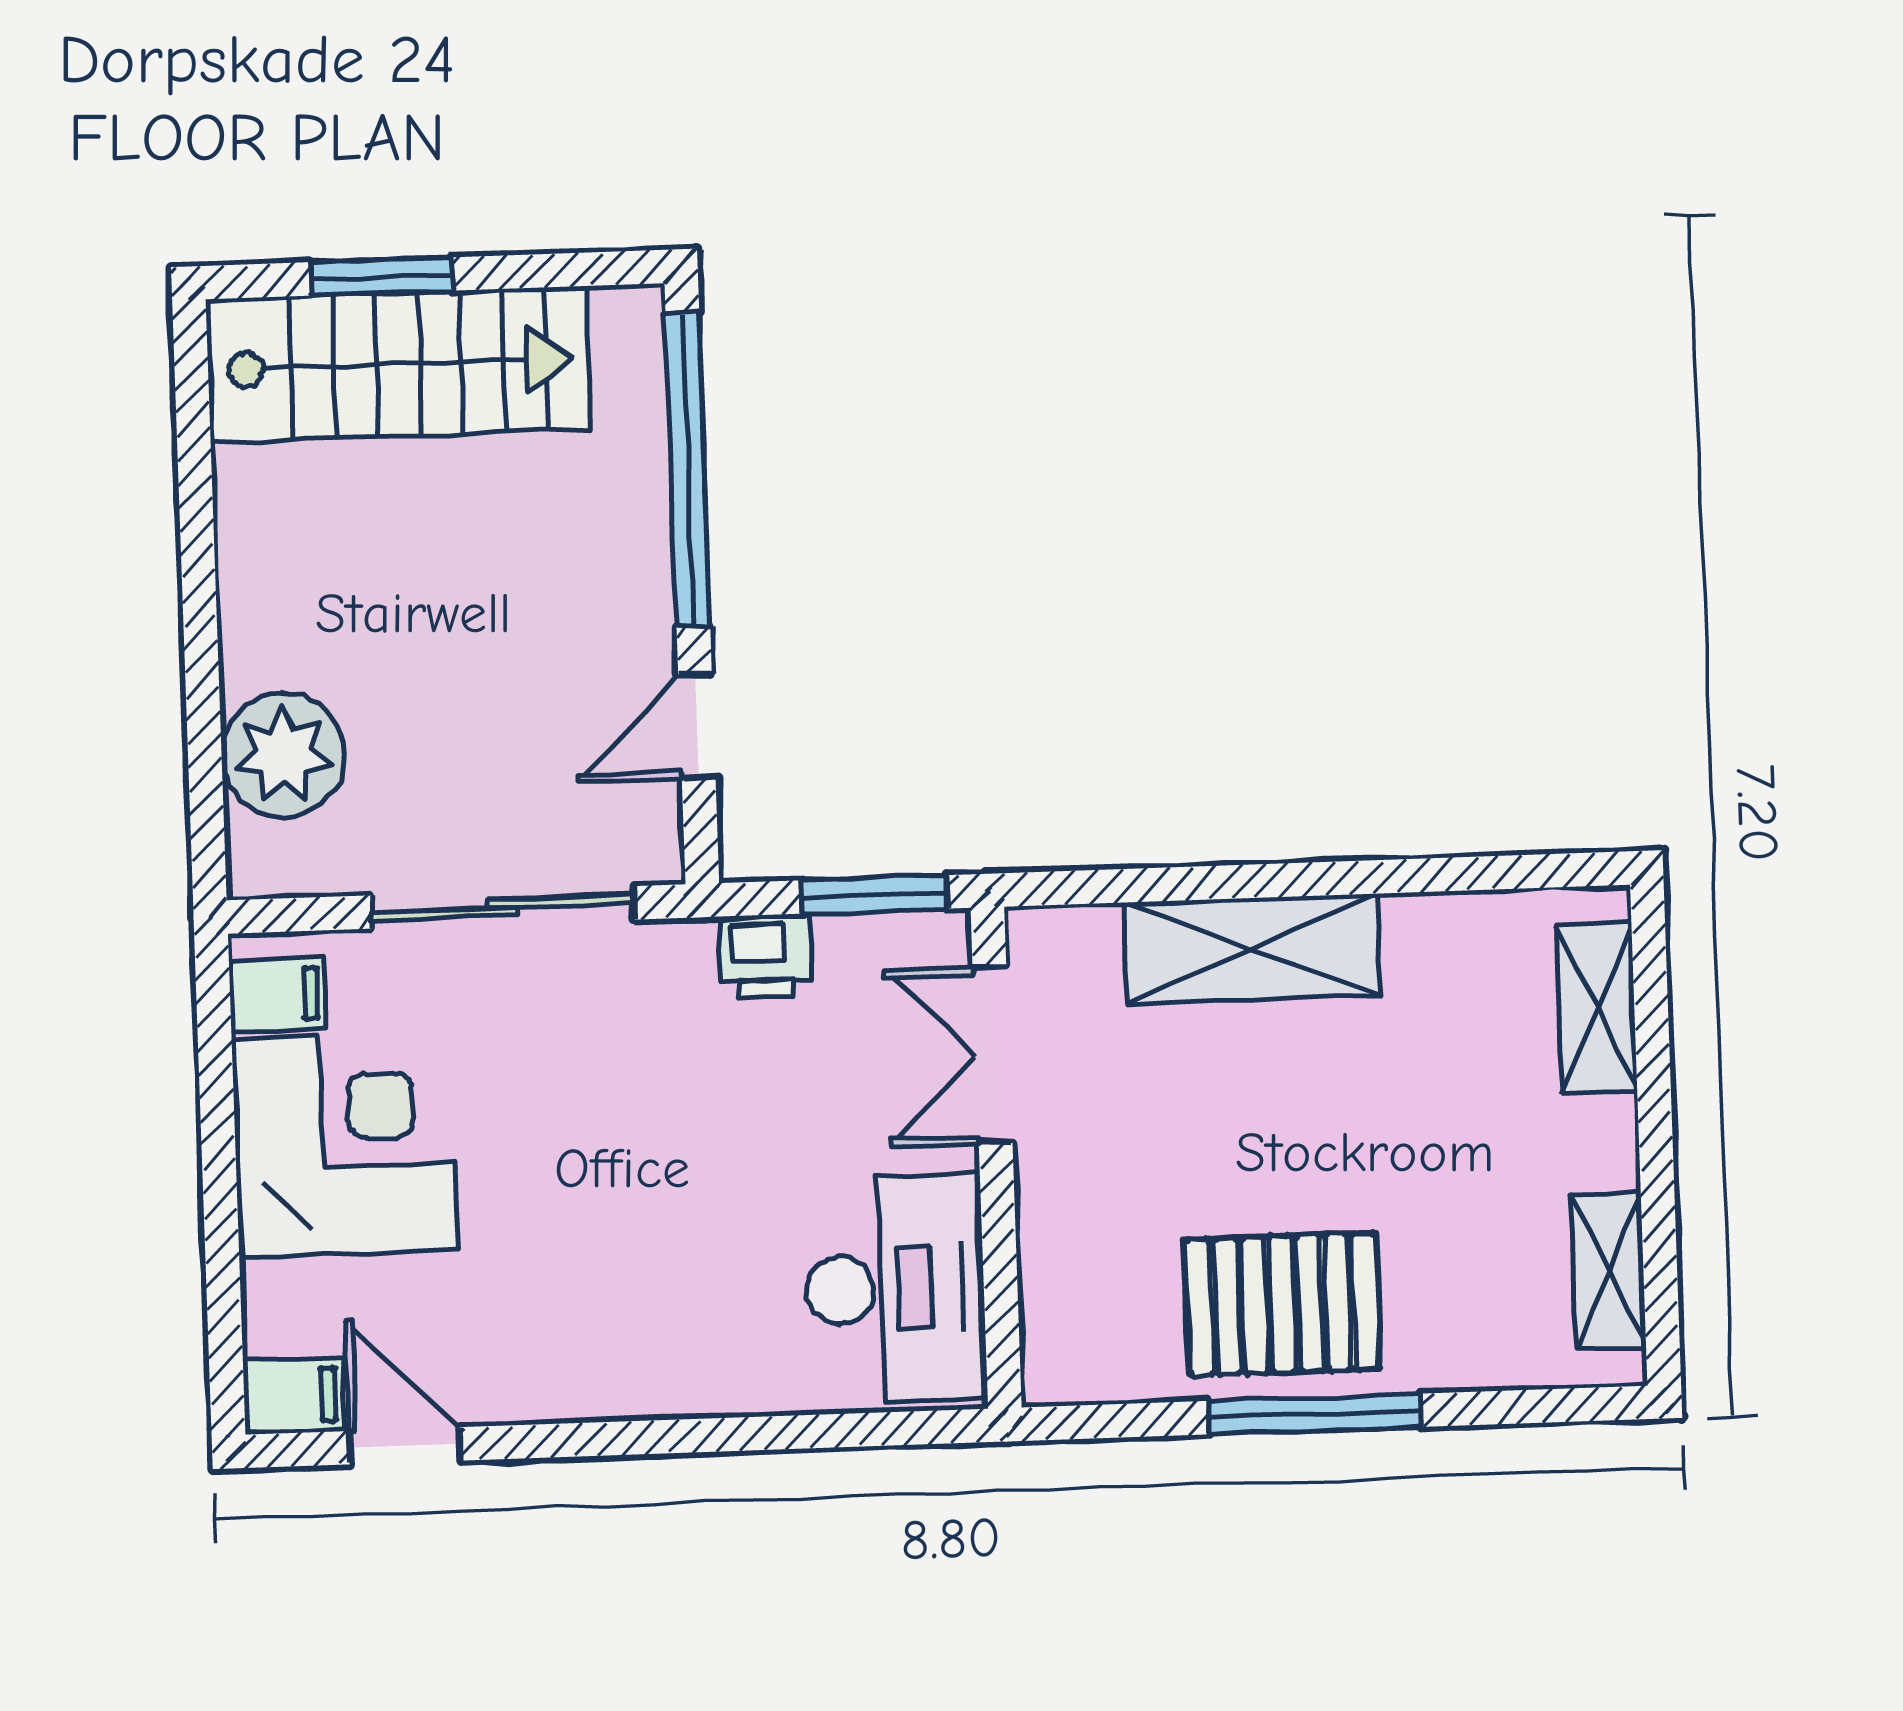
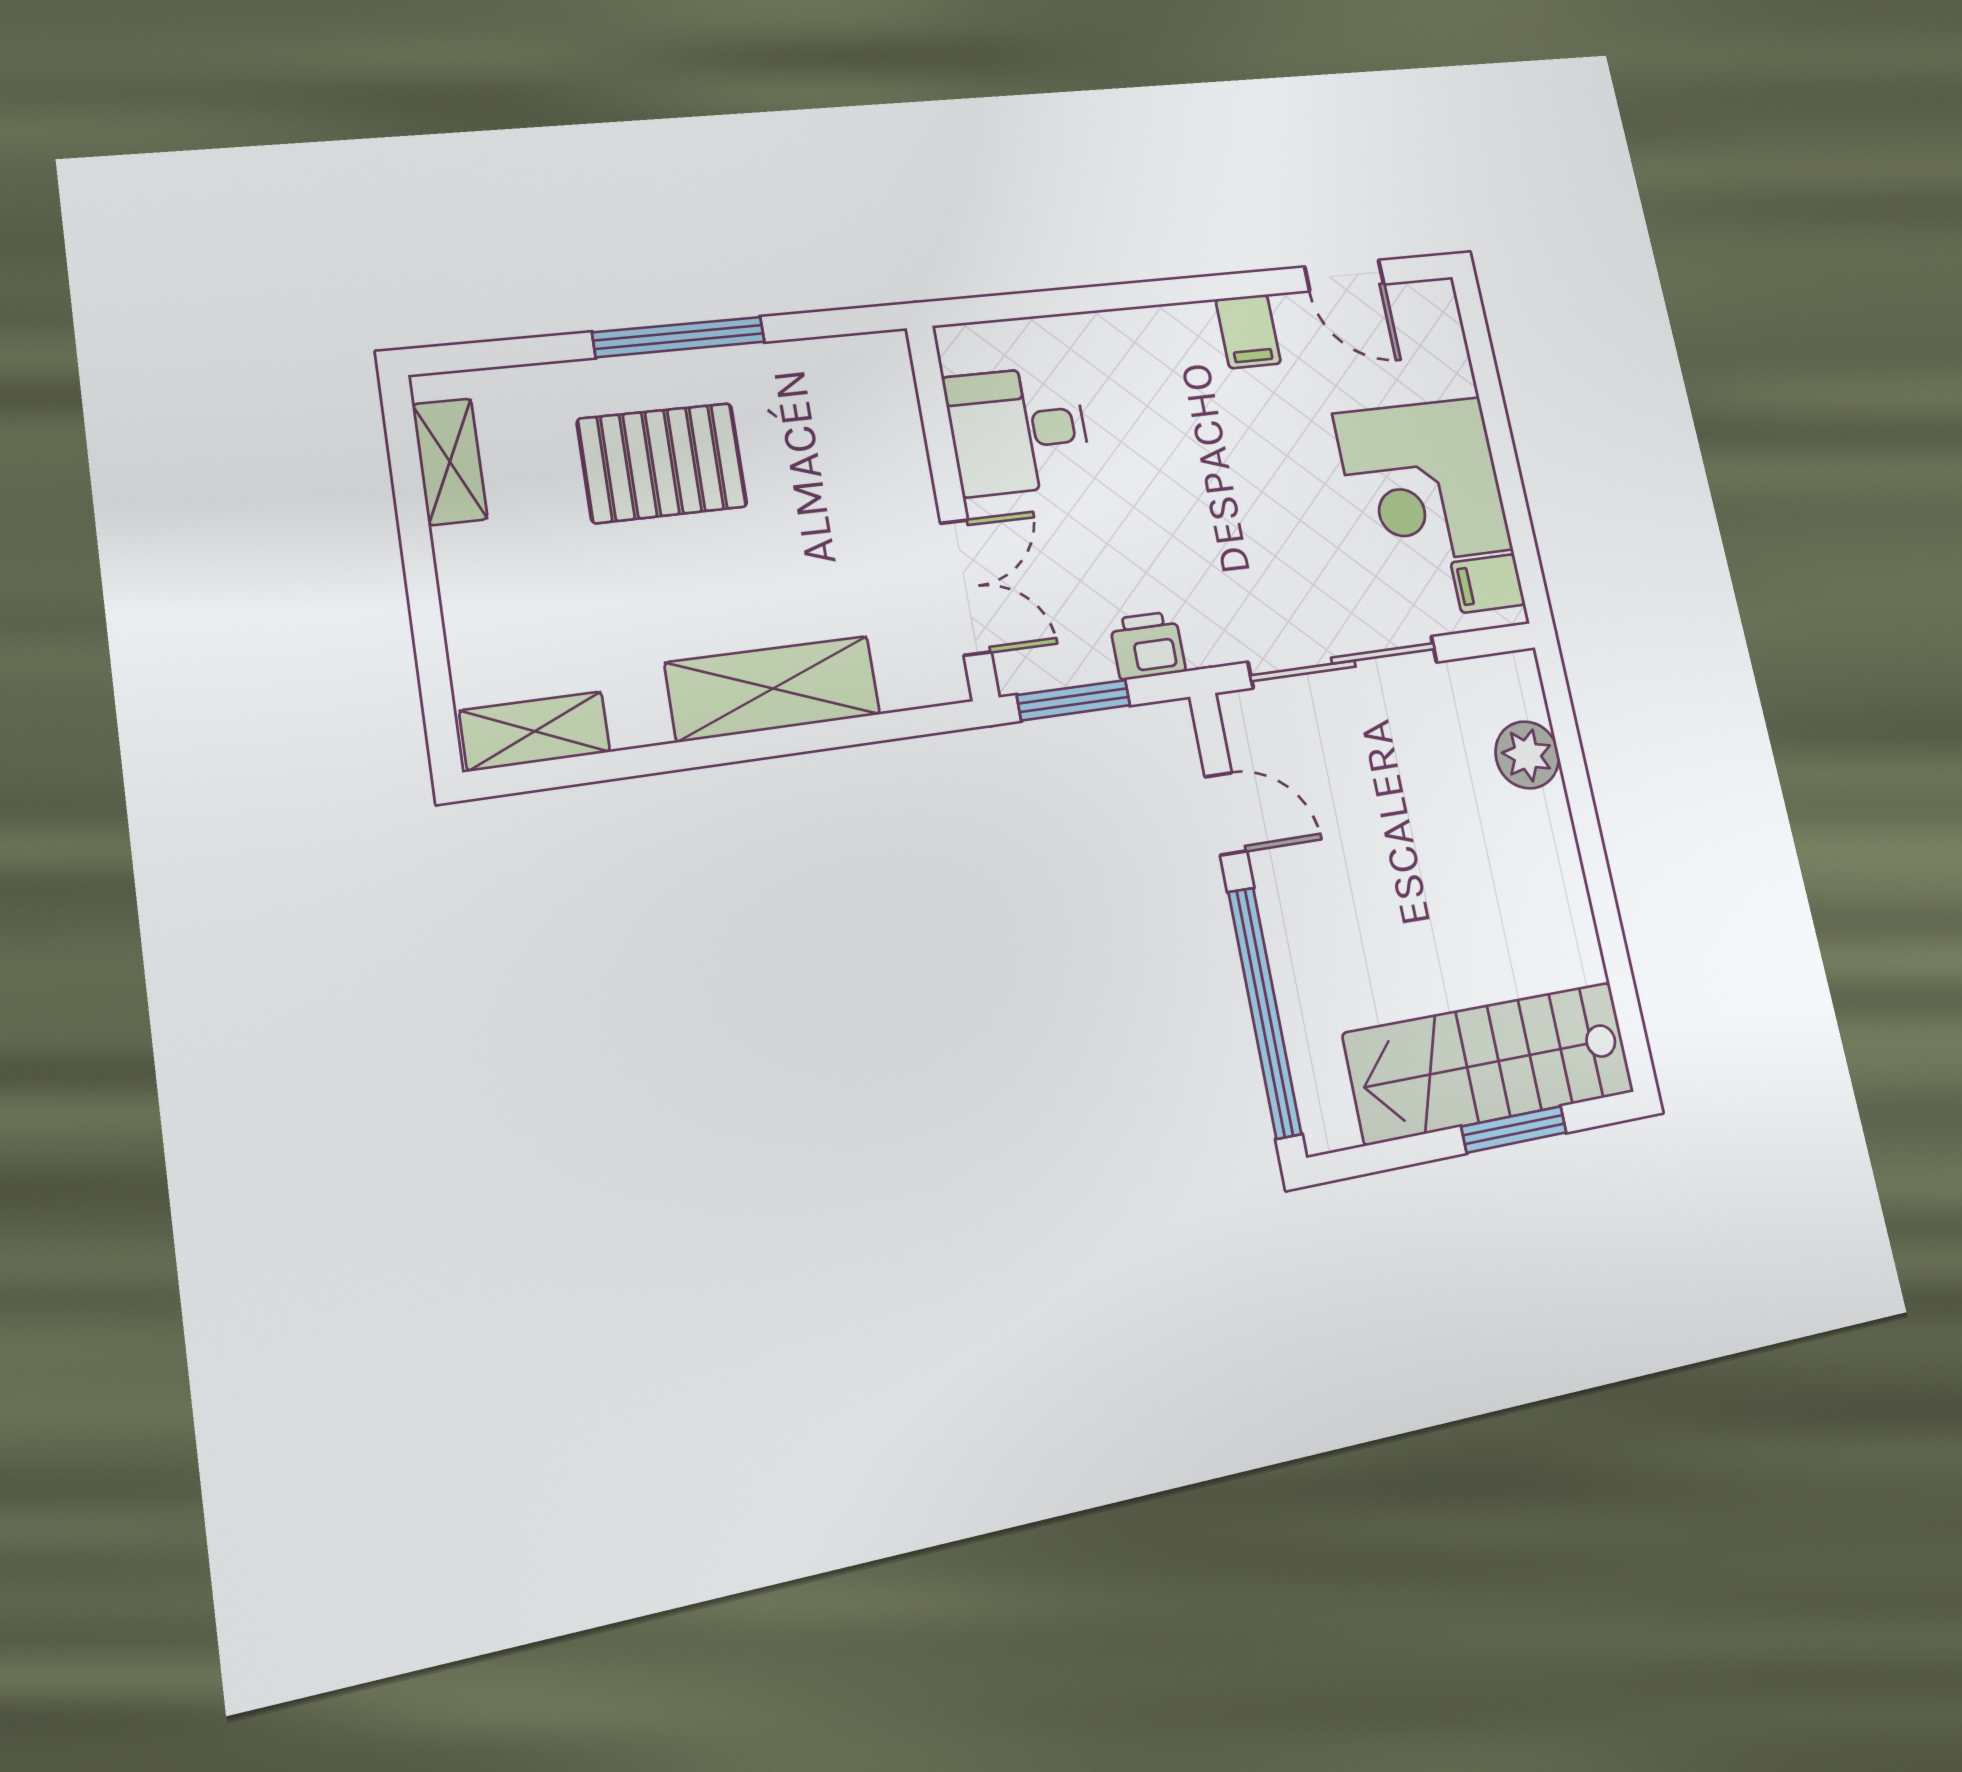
door: (697, 726) -> (1226, 814), hinge flipped
plant: (283, 755) -> (1527, 755), width x0.73, depth x0.73
shelving: (1597, 1008) -> (535, 731), moved, turned 90
desk: (895, 1289) -> (1018, 431), width x0.73
pallet: (1282, 1304) -> (662, 463), moved
filing cabinet: (294, 1396) -> (1248, 331), moved, turned -90

